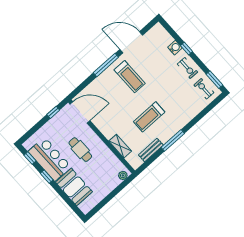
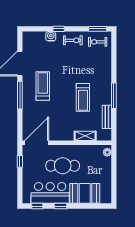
treadmill: (130, 77) -> (43, 86), turned -90
cafe table: (80, 150) -> (63, 166), width x1.37, depth x1.35

